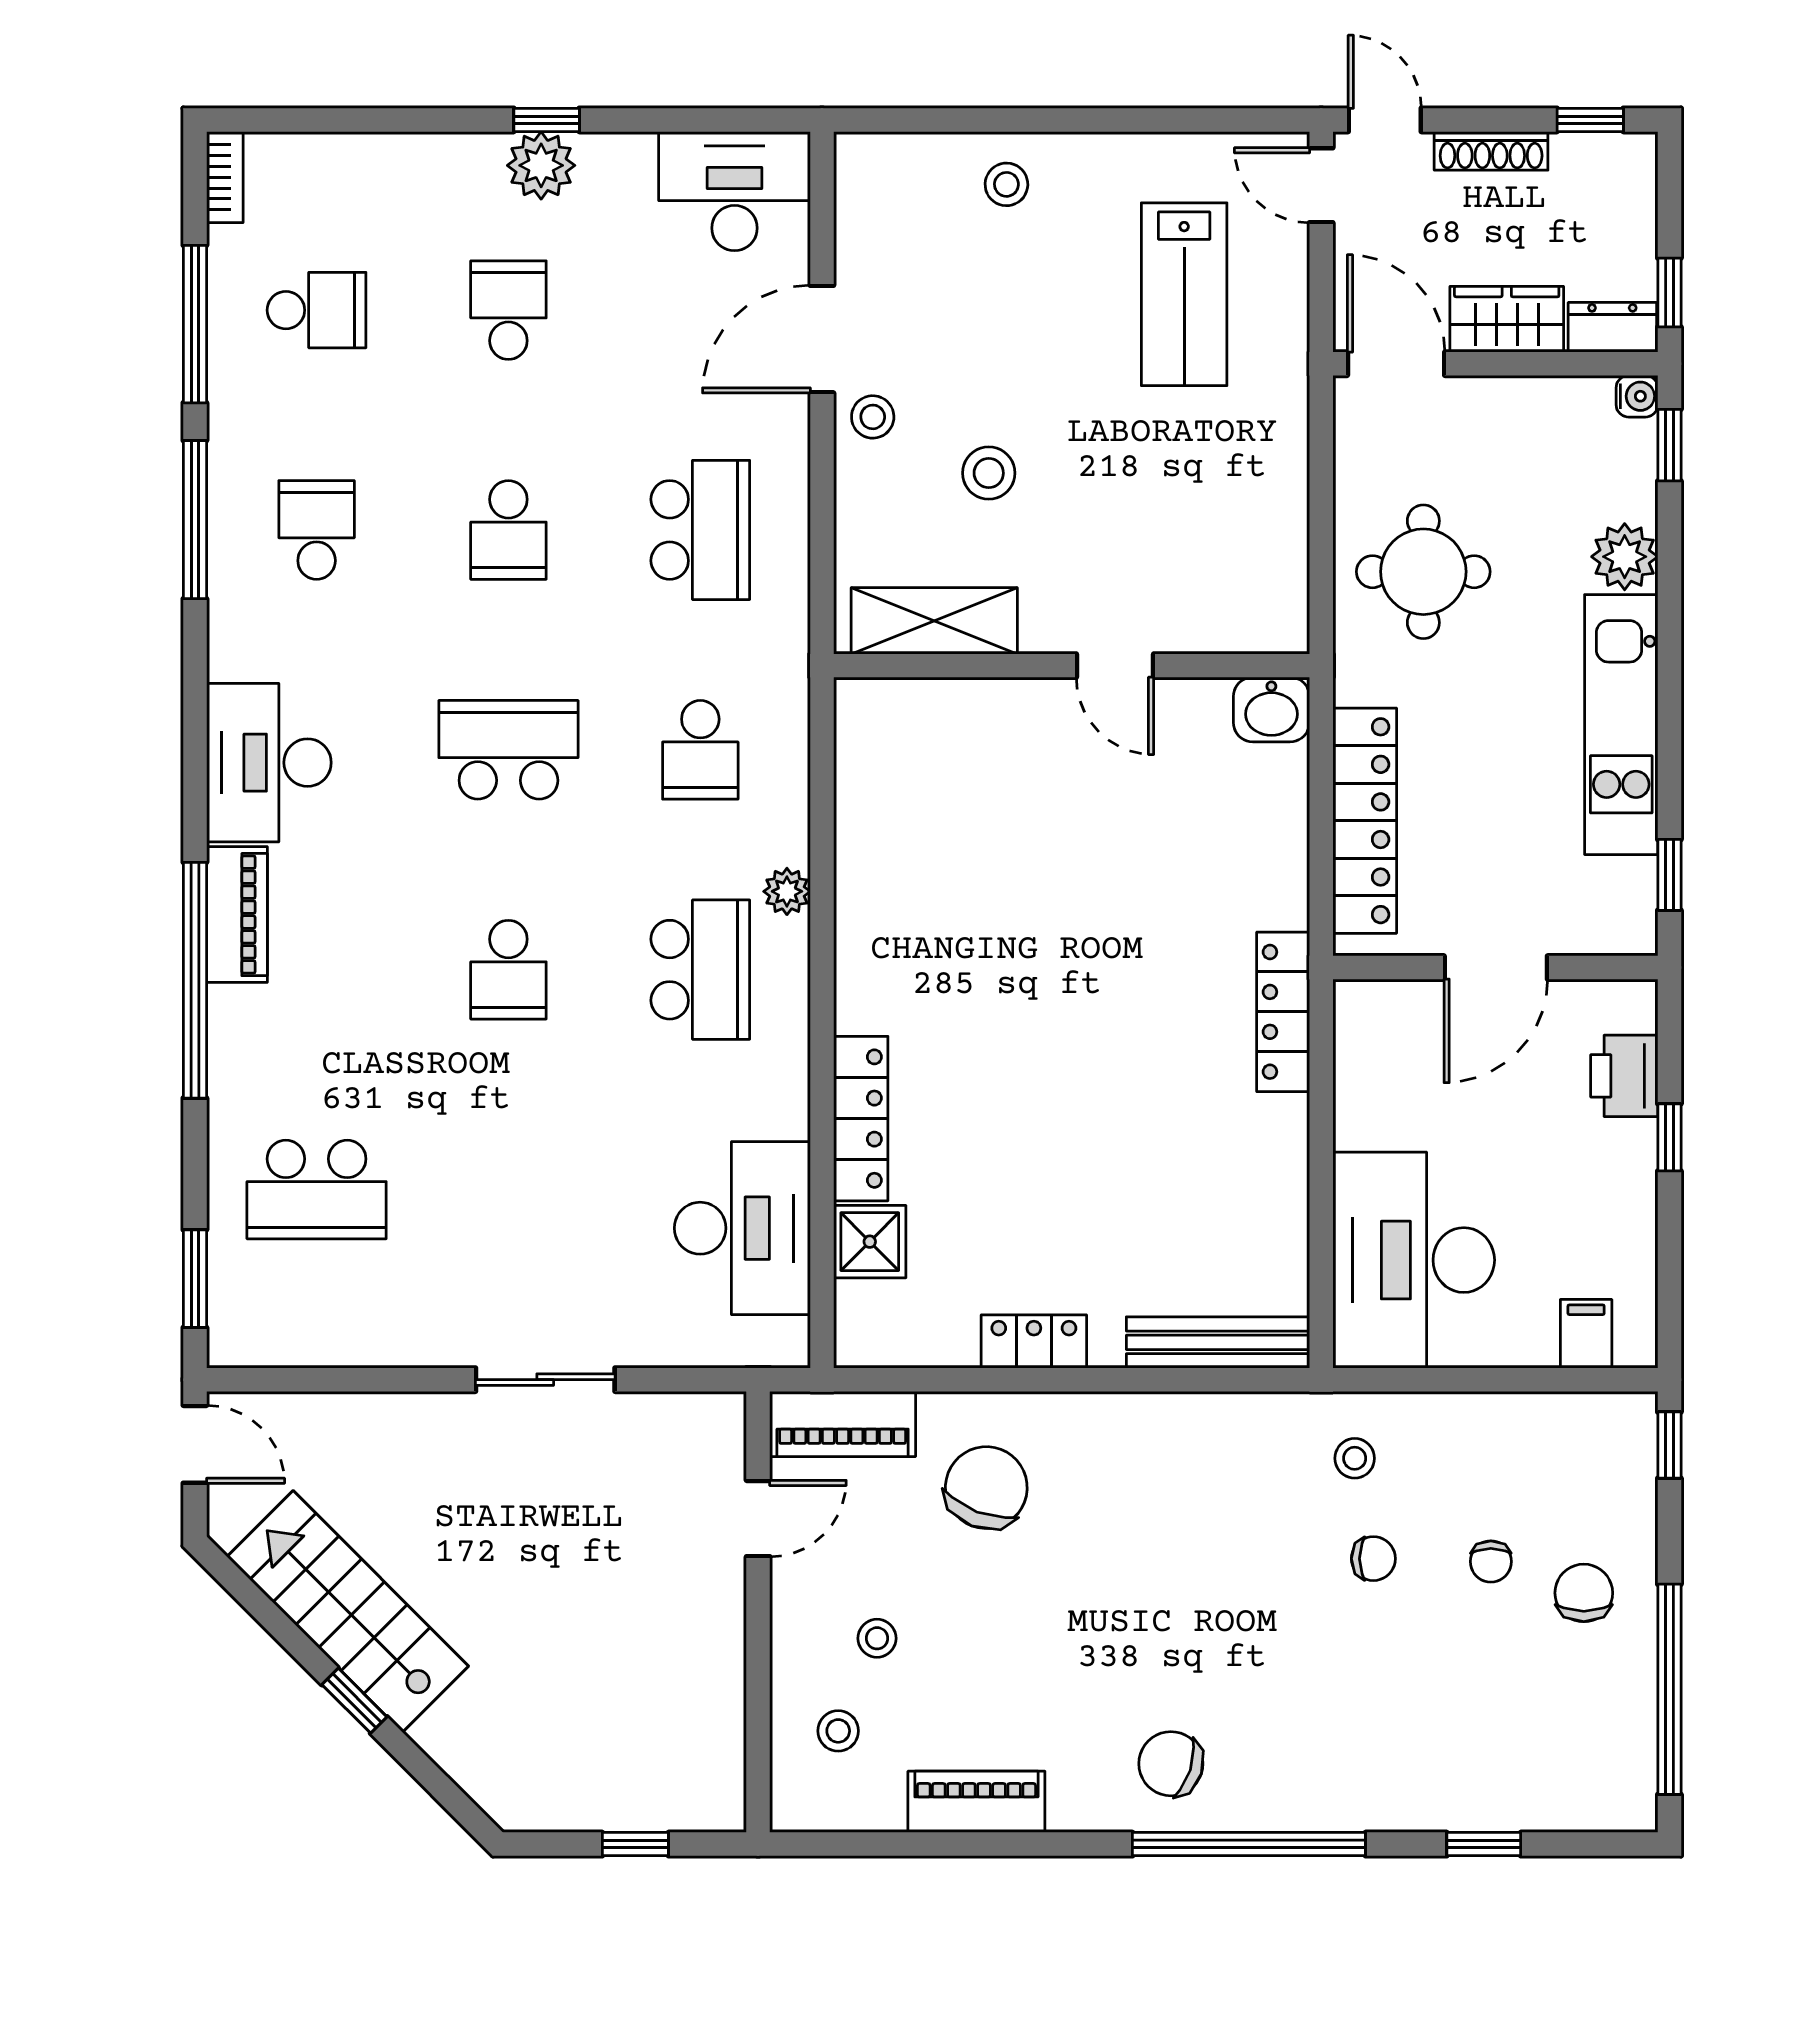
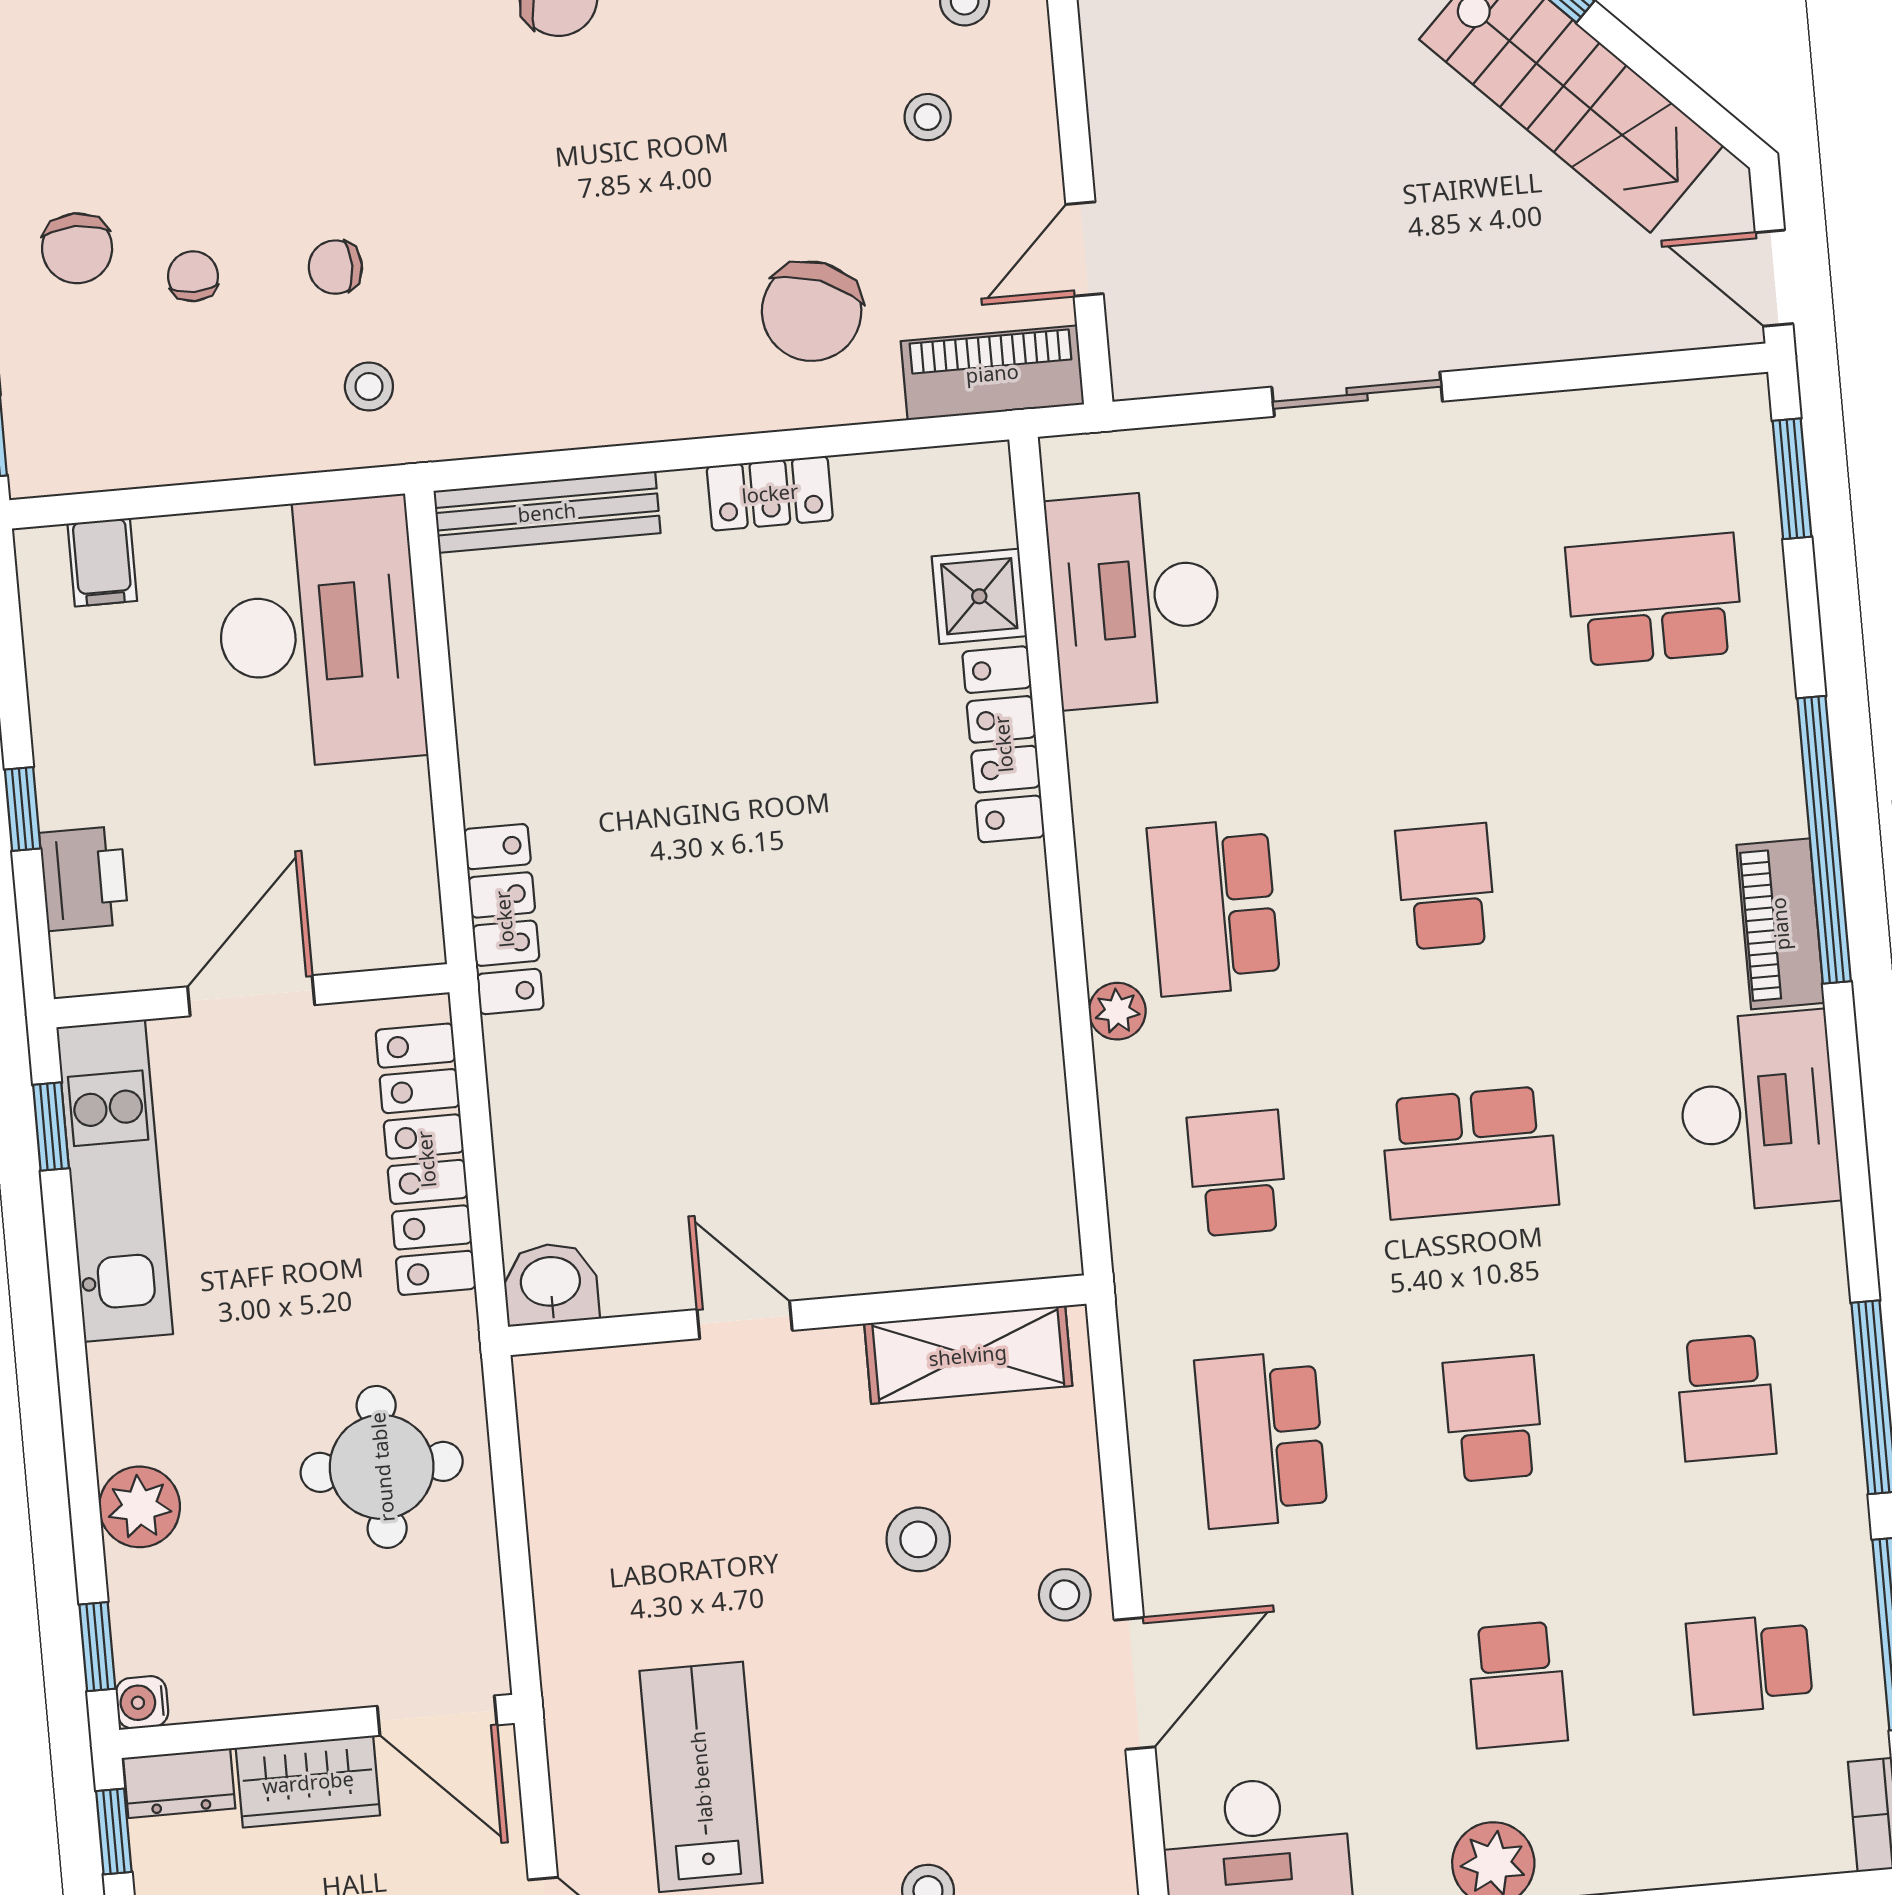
kitchen unit: (1621, 725) -> (115, 1181), moved

